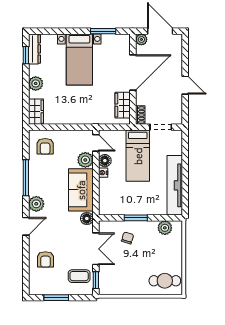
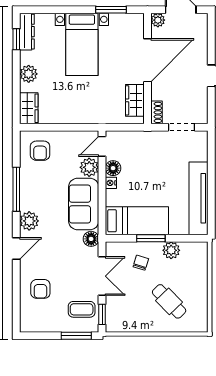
door: (96, 143) -> (102, 146), swing flipped
bed: (138, 156) -> (137, 221), moved, turned -90
plant: (165, 228) -> (171, 250), moved
cafe table: (165, 281) -> (169, 301), moved, turned 46
window: (56, 298) -> (76, 336), moved

